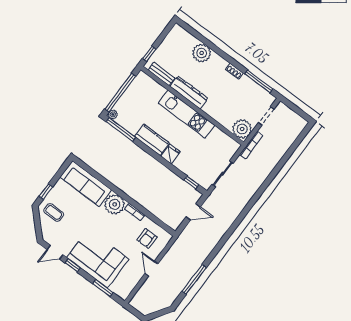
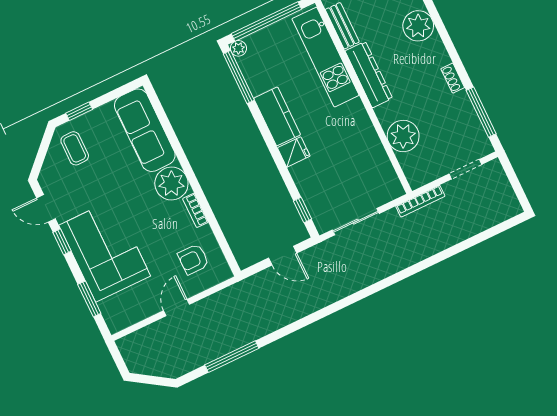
kitchen unit: (187, 114) -> (325, 57), moved
plant: (242, 129) -> (403, 136), moved

